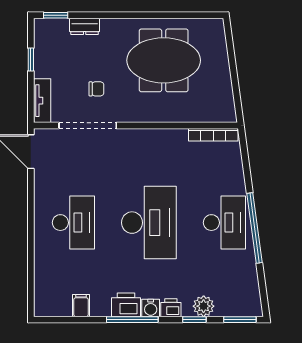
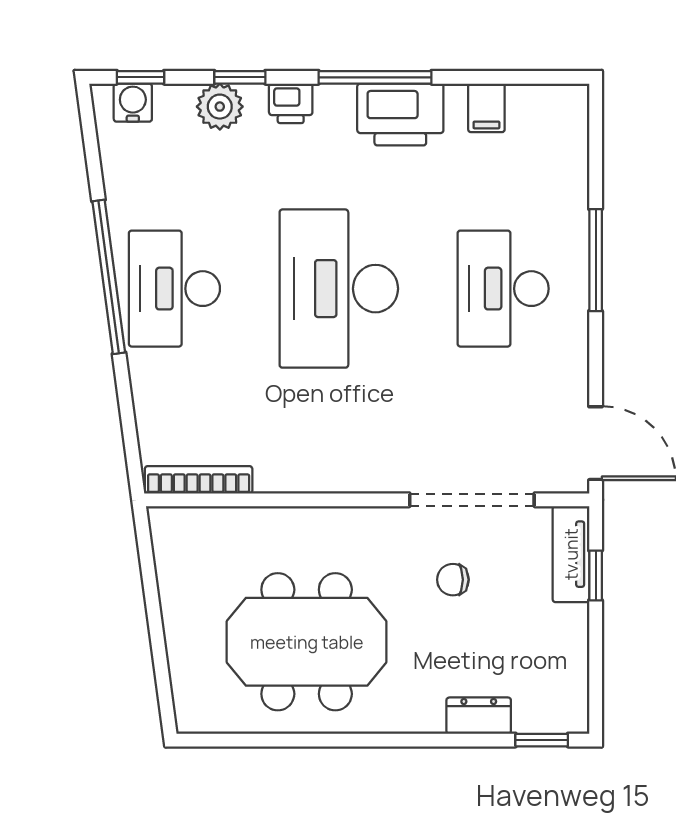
window: (31, 59) -> (596, 575), moved
window: (31, 236) -> (596, 260), added
printer: (126, 305) -> (400, 114), width x1.37, depth x1.19
water cooler: (151, 308) -> (133, 103), moved
window: (240, 320) -> (140, 77), width x0.67

